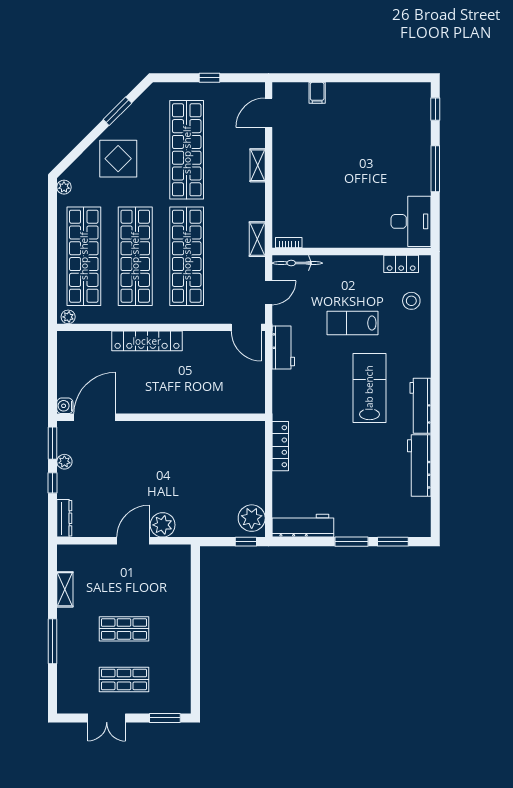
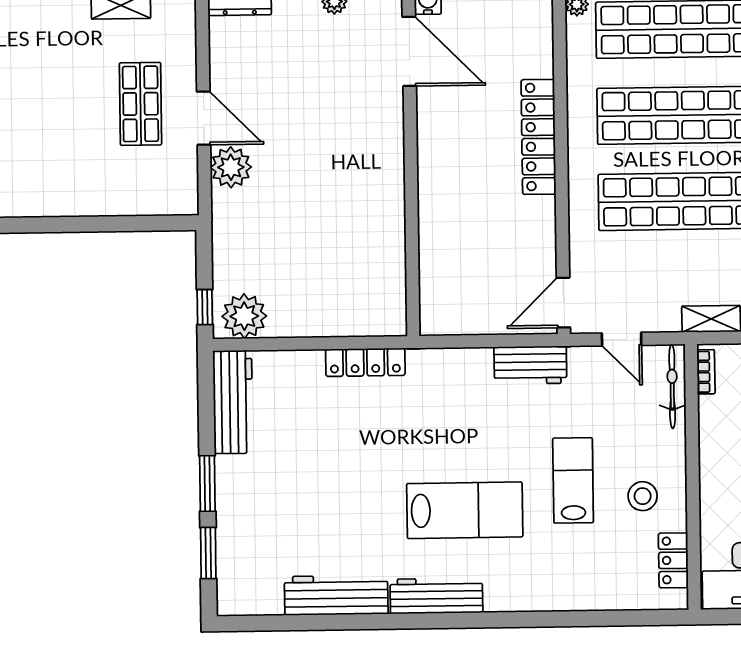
stool: (411, 301) -> (643, 496), moved
shop shelf: (124, 629) -> (140, 104), moved

